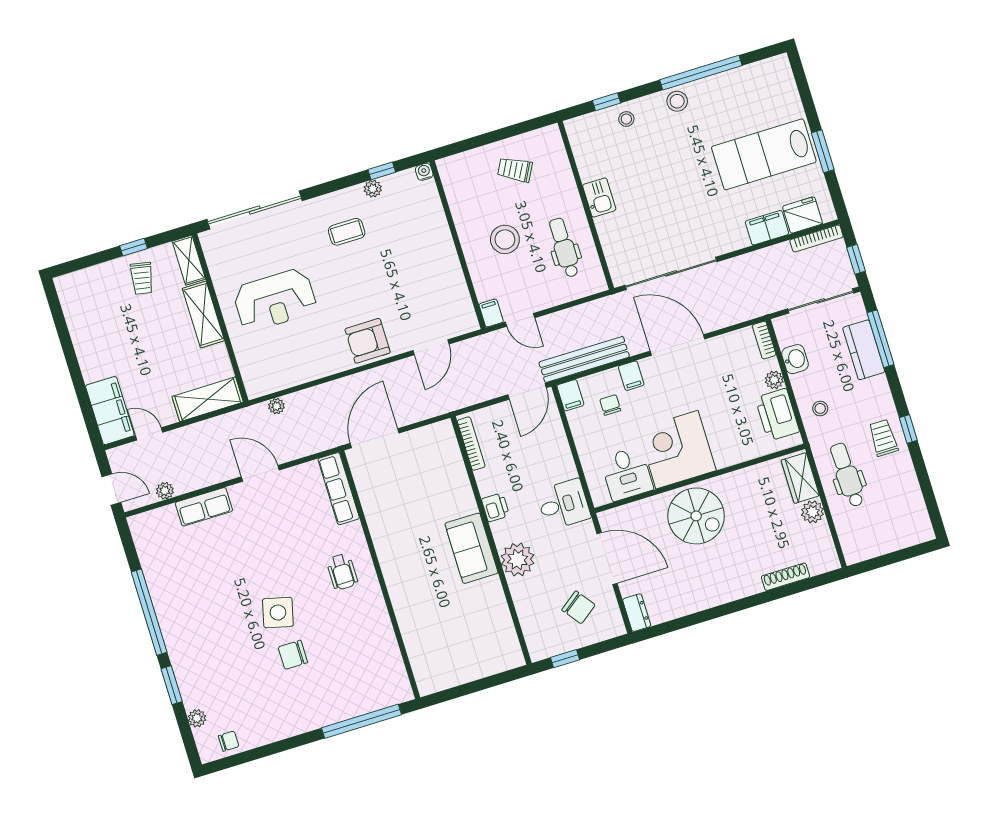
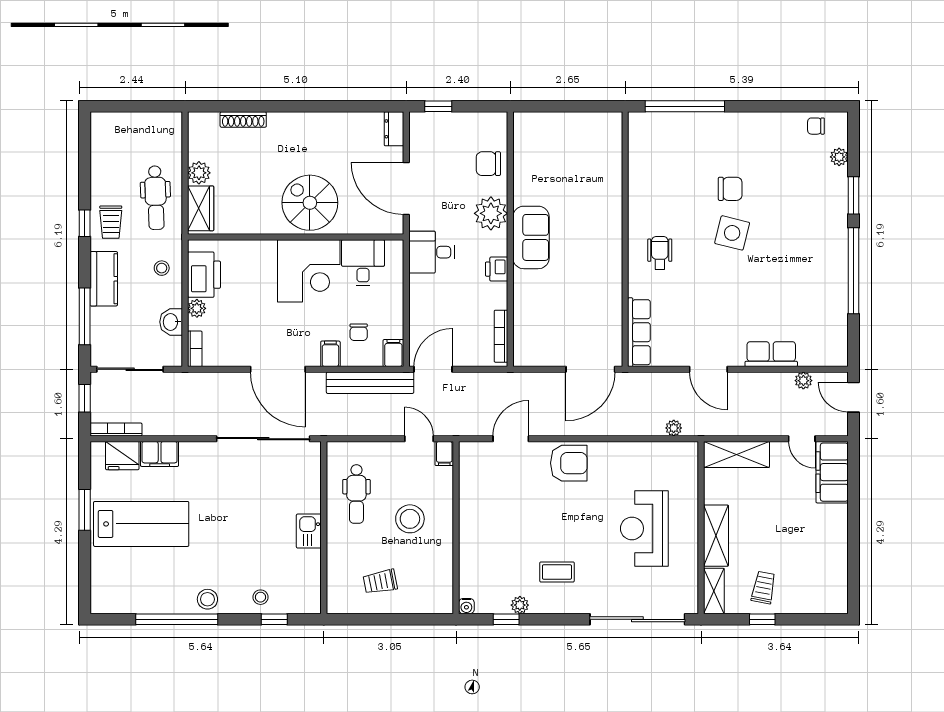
trolley: (515, 170) -> (380, 582), turned 141
reception desk: (275, 300) -> (644, 528), turned -90
kitchen counter: (864, 350) -> (104, 279), moved
chair: (579, 607) -> (488, 164), moved, turned -53
window: (565, 659) -> (438, 106), moved

